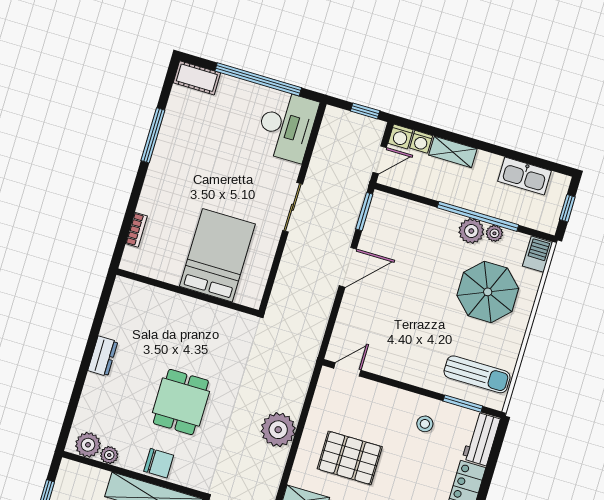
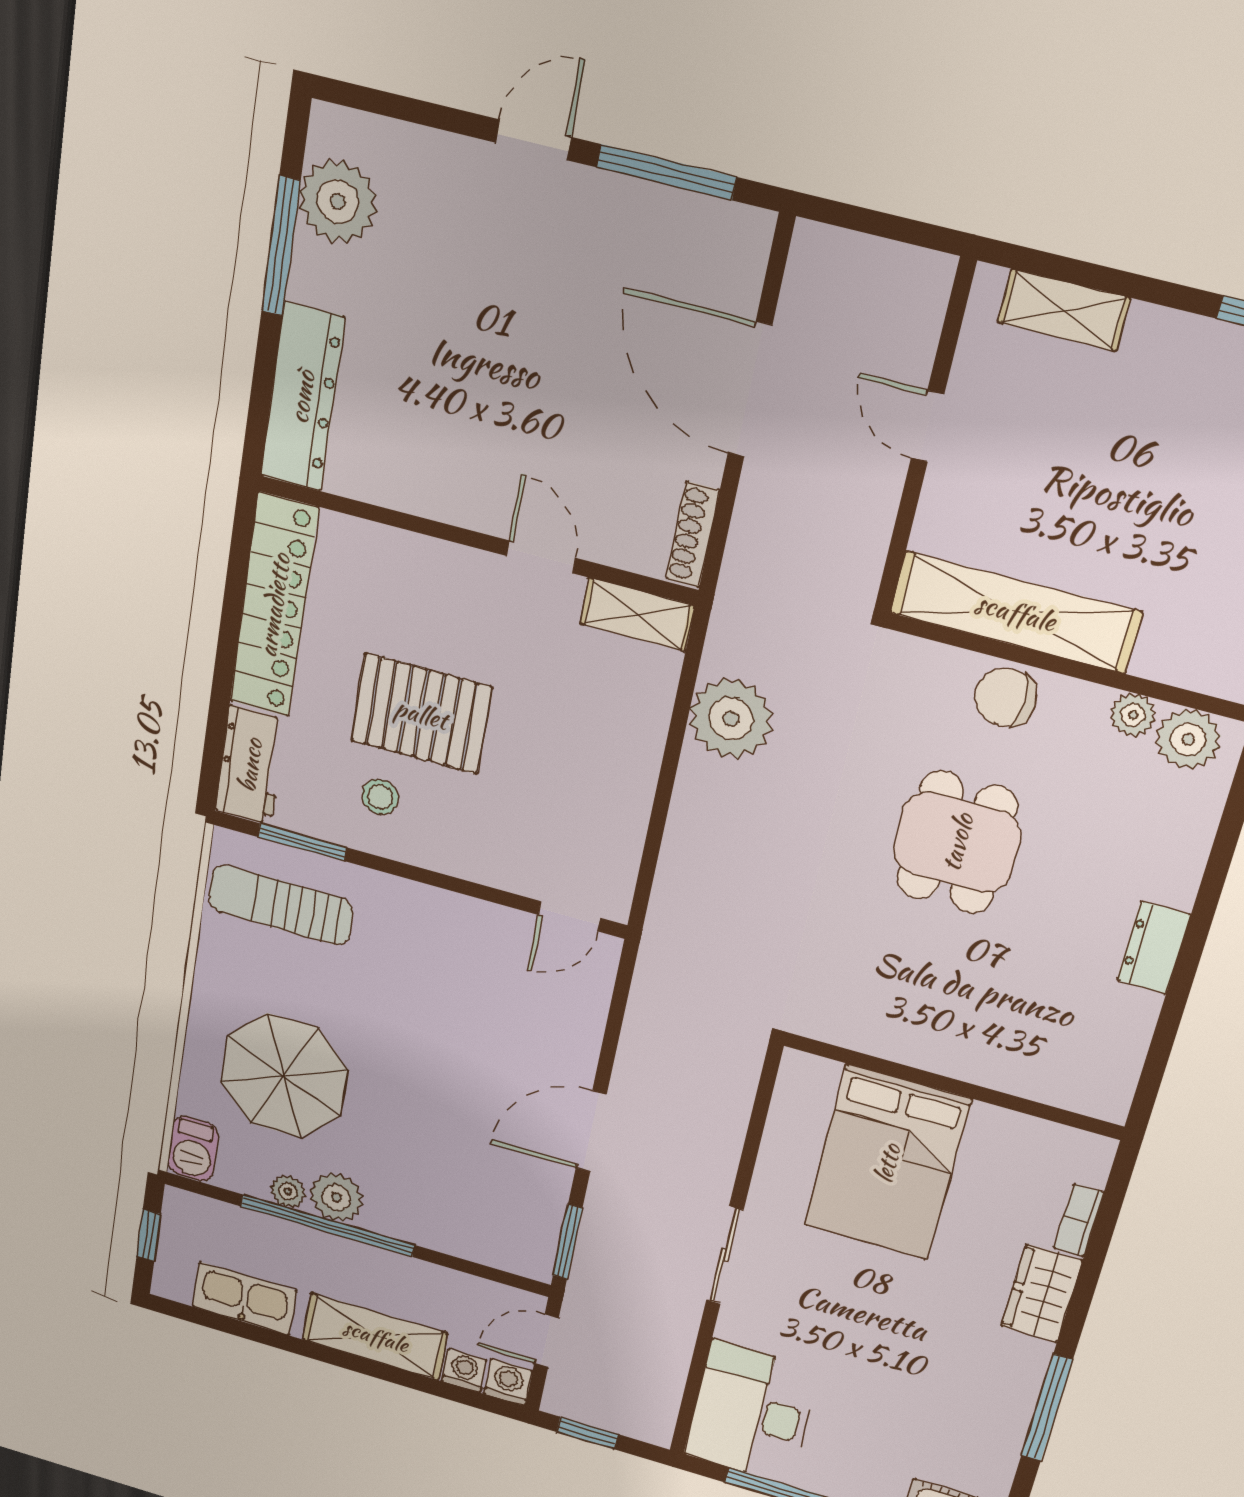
shelving: (453, 152) -> (375, 1336), width x1.50, depth x1.33
wardrobe: (153, 193) -> (1042, 1293), added
plant: (278, 430) -> (731, 719), moved
pallet: (350, 458) -> (421, 714), moved

